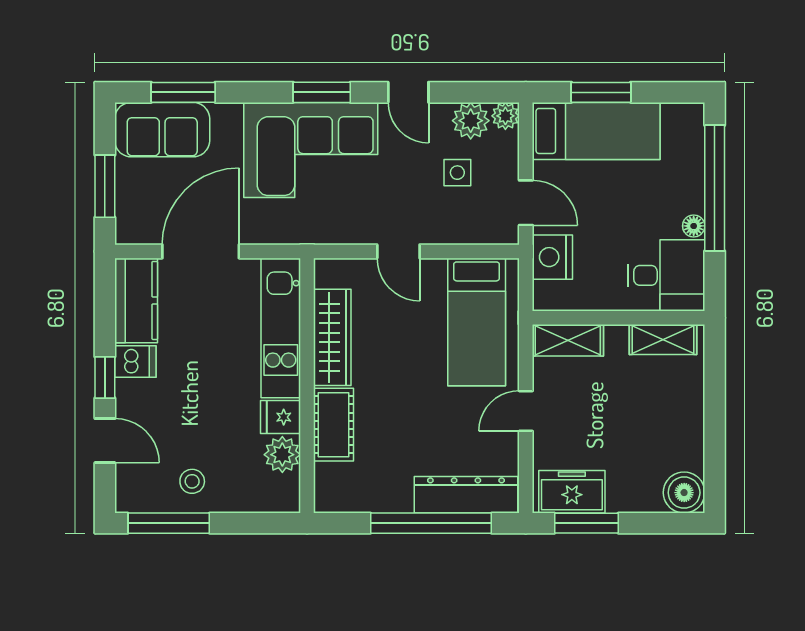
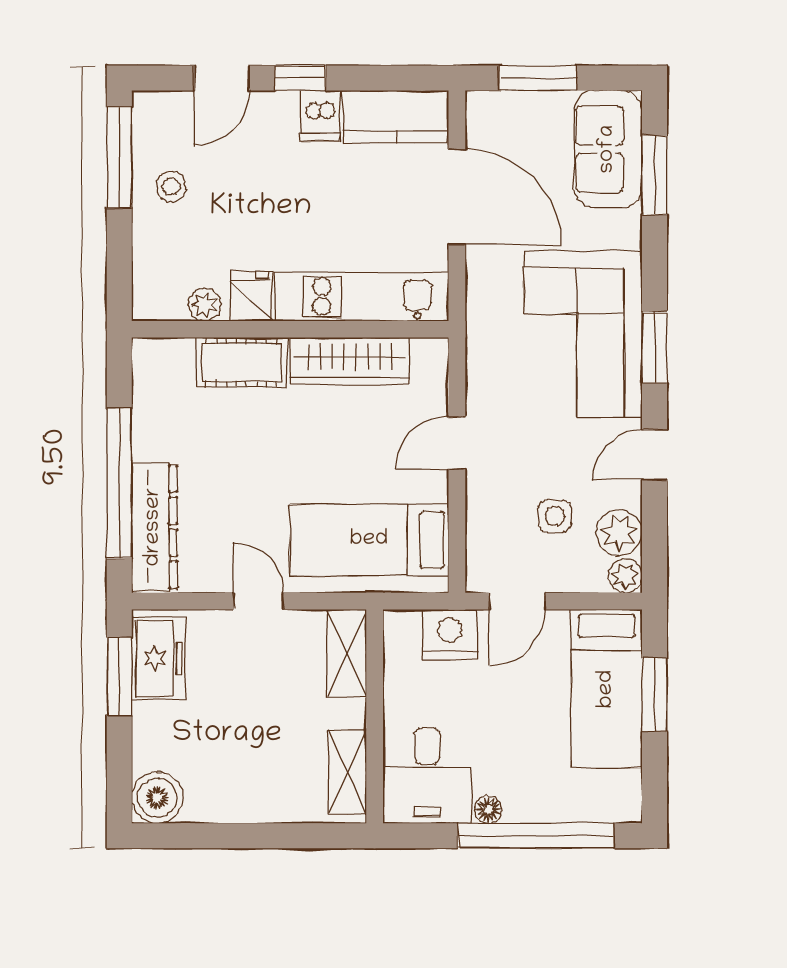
plant: (282, 455) -> (204, 305), width x0.73, depth x0.73

